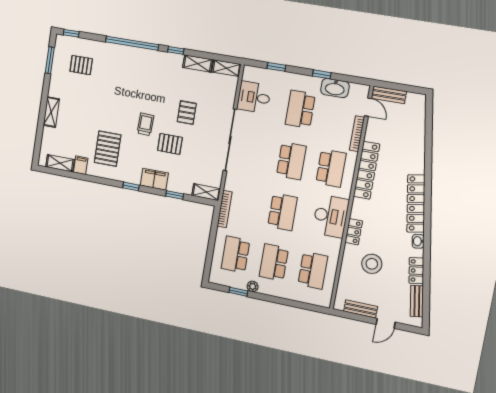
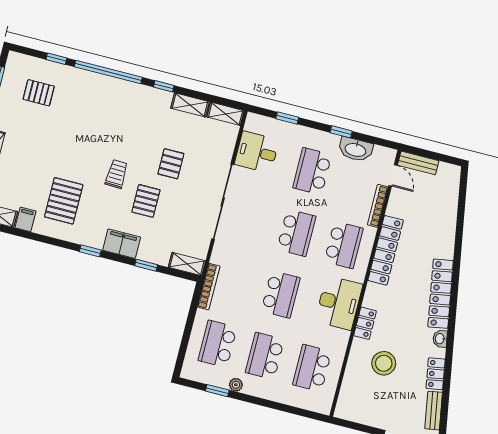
window: (71, 33) -> (56, 59), moved
pallet: (170, 144) -> (146, 201), turned 90
school desk: (313, 270) -> (312, 368), turned 180
bench: (361, 309) -> (366, 418), removed

